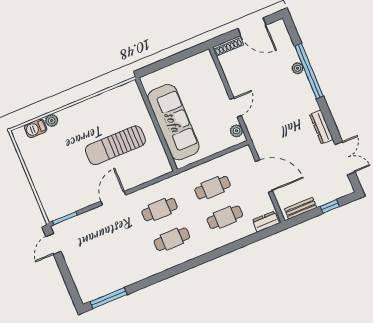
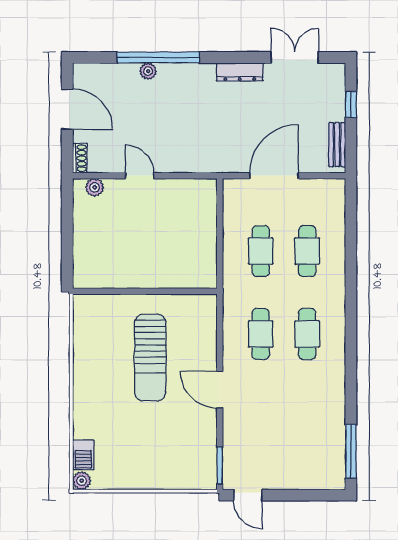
door: (252, 27) -> (67, 109), hinge flipped
shoe rack: (228, 46) -> (80, 158), width x0.70
door: (236, 107) -> (140, 176), moved
plant: (52, 120) -> (82, 481), moved
sofa: (173, 122) -> (151, 267), removed
plant: (237, 131) -> (95, 187), moved
dresser: (266, 222) -> (336, 199), removed

